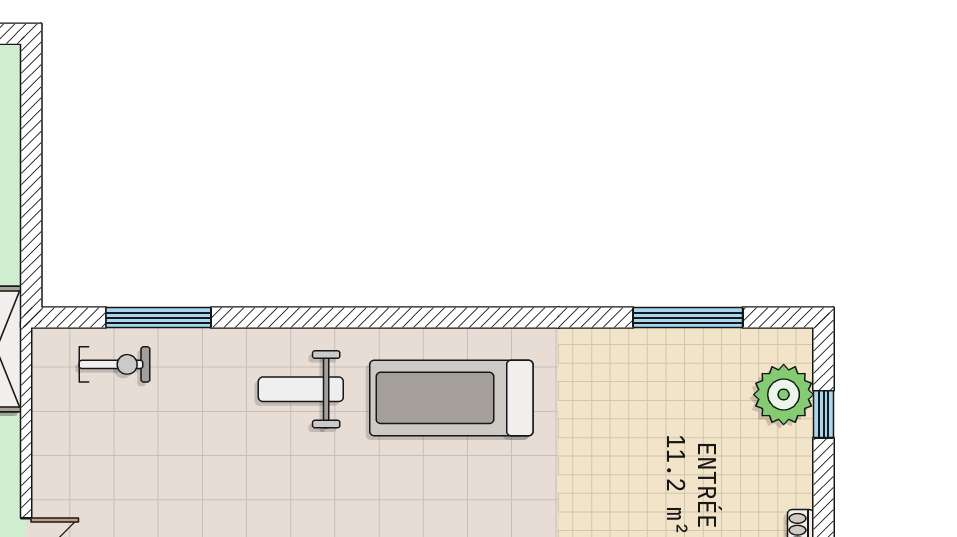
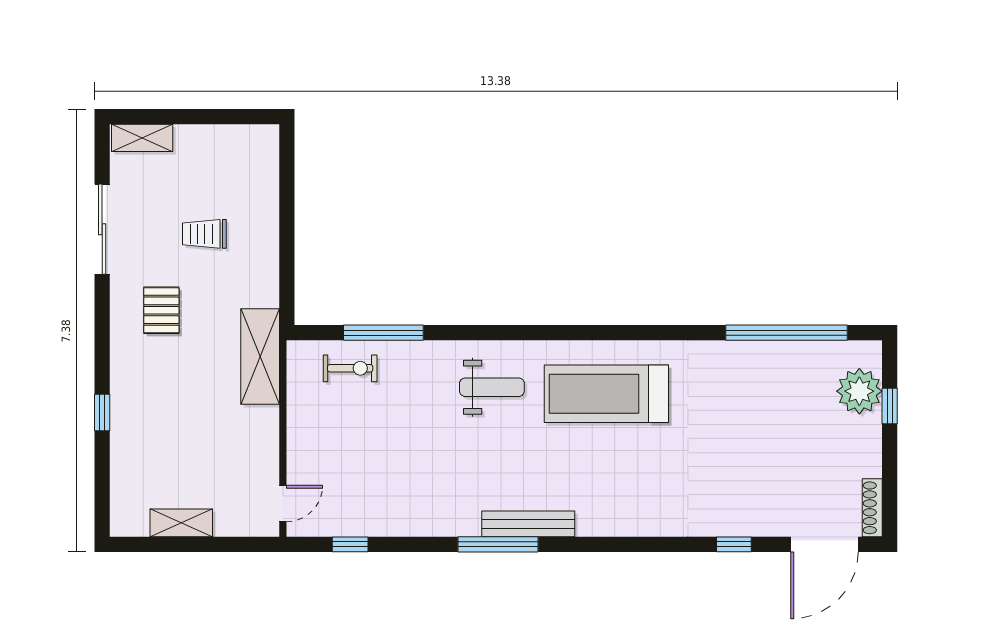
window: (688, 318) -> (786, 333), width x1.46
weight bench: (301, 389) -> (492, 387), turned 180

